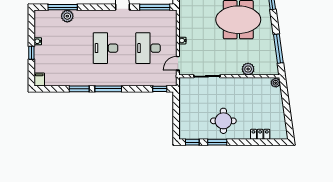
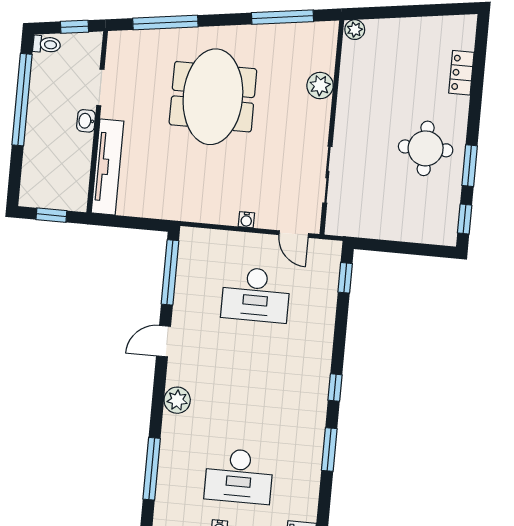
plant: (67, 16) -> (177, 400), moved
desk: (105, 48) -> (239, 476), moved
window: (108, 89) -> (335, 387), width x0.46

